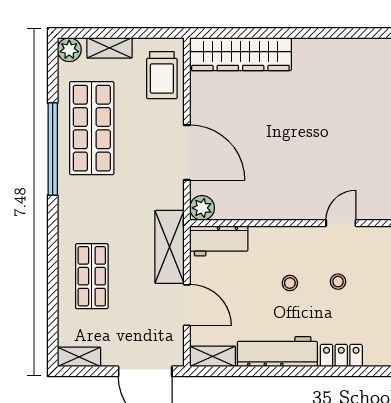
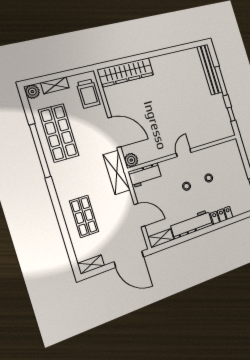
door: (341, 223) -> (184, 153), moved
shelving: (170, 247) -> (117, 172), moved

